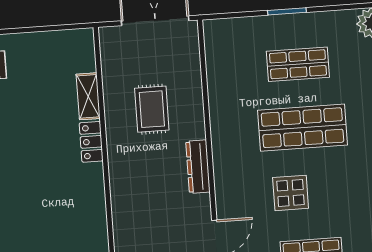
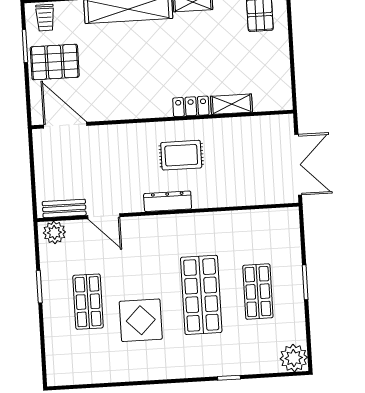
rug: (152, 109) -> (181, 155), moved
display table: (291, 193) -> (141, 320), moved, width x1.36, depth x1.36

